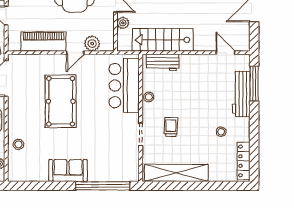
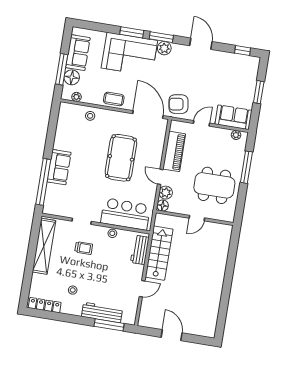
plant: (123, 23) -> (179, 222), removed
floor lamp: (107, 45) -> (163, 205), added
door: (225, 53) -> (142, 289), moved
pool table: (61, 101) -> (121, 158), turned 90
sofa: (68, 170) -> (59, 167), moved

